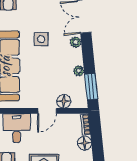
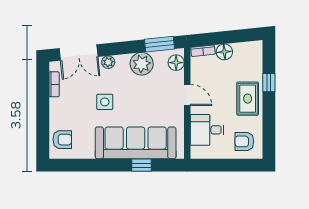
plant: (79, 71) -> (142, 64), width x1.88, depth x1.88
floor lamp: (64, 101) -> (176, 63), moved

